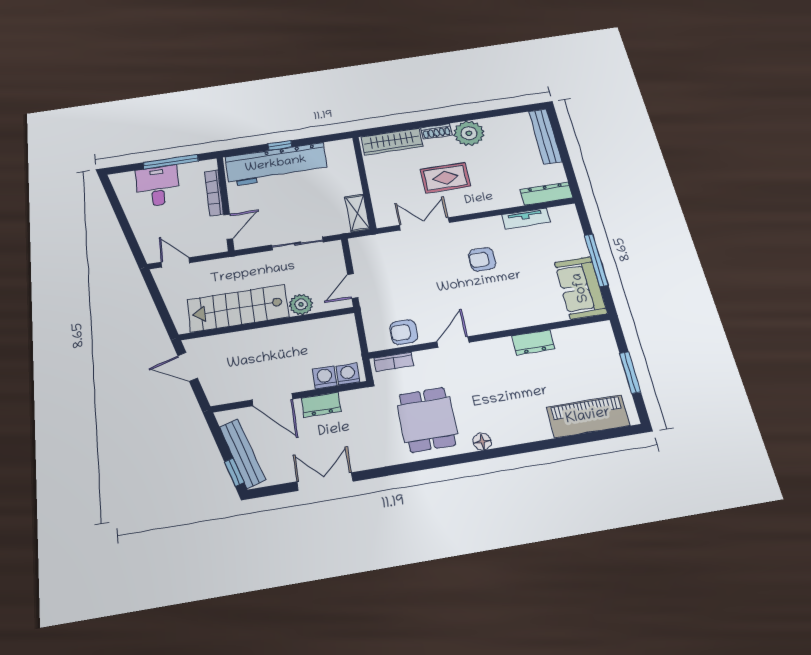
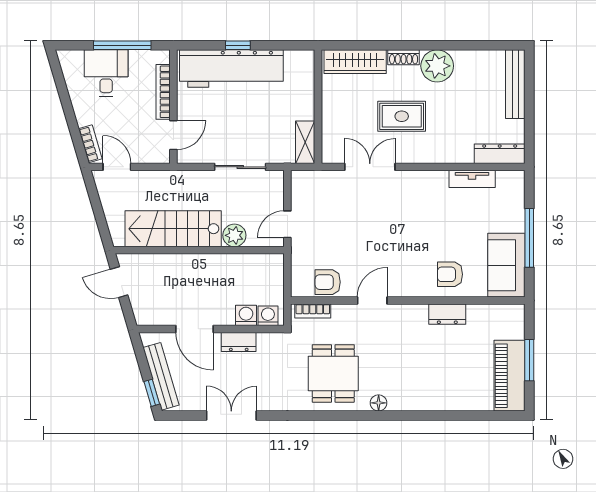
bookcase: (147, 247) -> (90, 144), added
armchair: (482, 259) -> (450, 274), moved
piano: (588, 416) -> (510, 376), moved, turned -90

